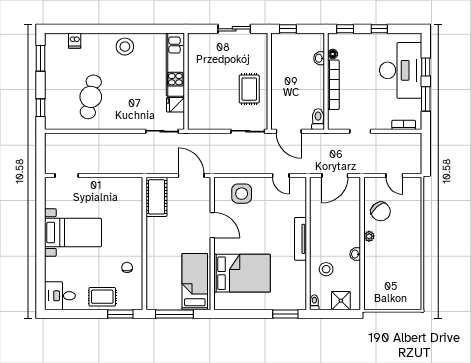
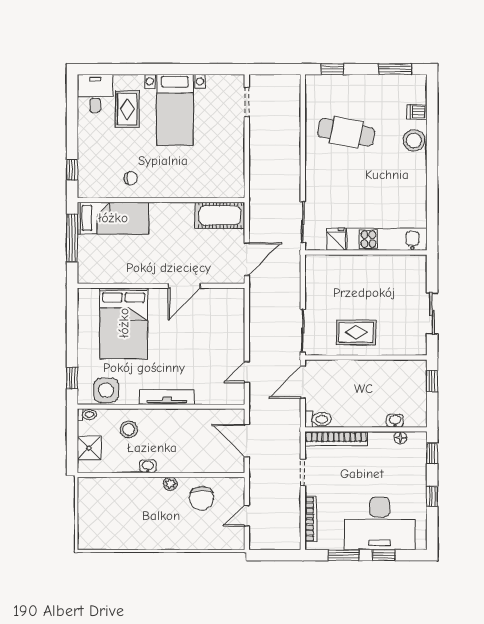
stool: (125, 47) -> (414, 140), moved
bookcase: (333, 85) -> (336, 439), moved
bookcase: (404, 125) -> (311, 519), width x1.56
side table: (242, 194) -> (106, 390), moved
chair: (381, 211) -> (201, 498), turned -49
bed: (195, 282) -> (113, 218), moved
rug: (102, 297) -> (127, 109), moved
window: (120, 314) -> (72, 170), width x0.67
window: (285, 314) -> (72, 378), width x0.67

